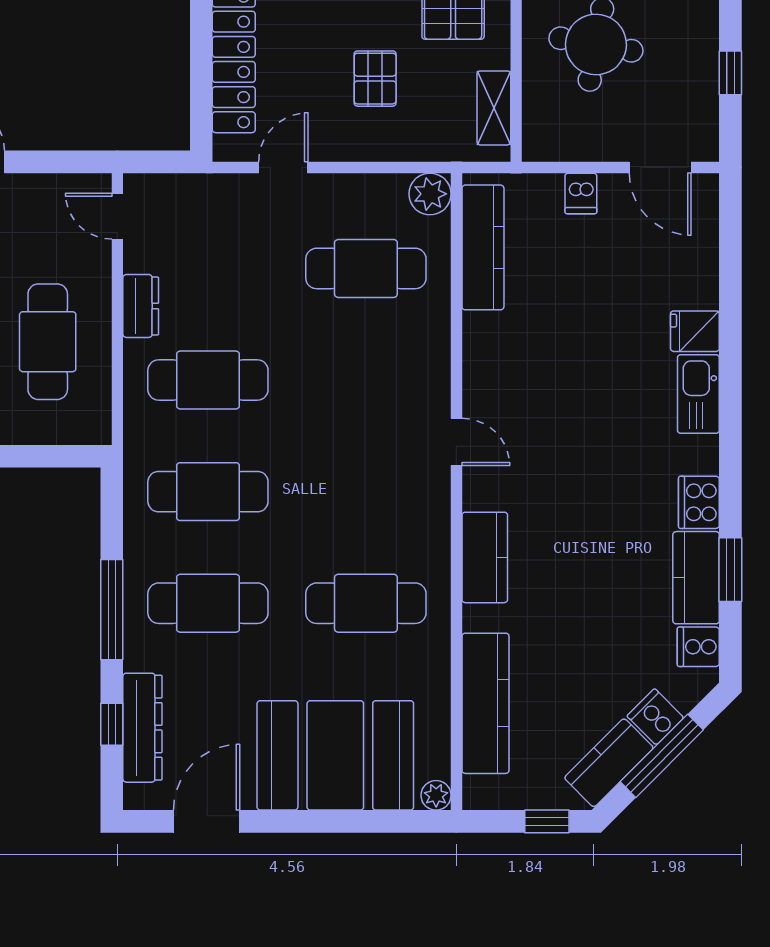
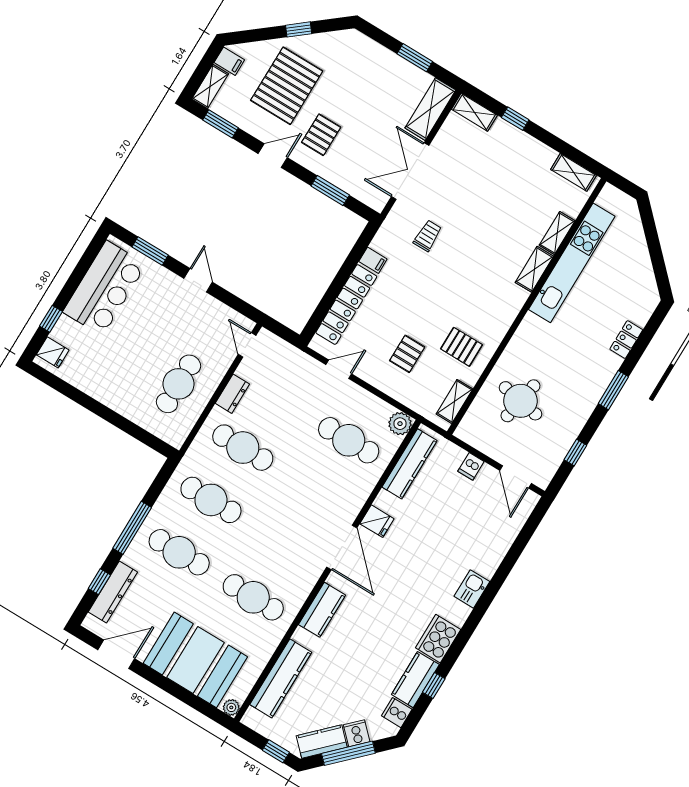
fridge: (695, 331) -> (377, 521), moved, turned 180
kitchen sink: (698, 394) -> (472, 589), width x0.73
door: (456, 442) -> (342, 547), width x1.88
cooker: (699, 502) -> (438, 639), width x1.37, depth x1.31
window: (730, 570) -> (434, 686), width x0.67

